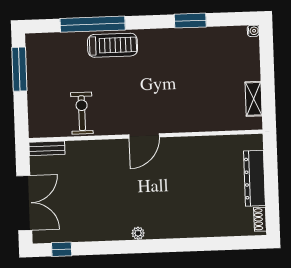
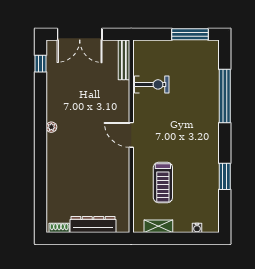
water cooler: (253, 31) -> (197, 228), moved
treadmill: (112, 45) -> (163, 183), moved
bench: (47, 148) -> (124, 60), width x1.36

